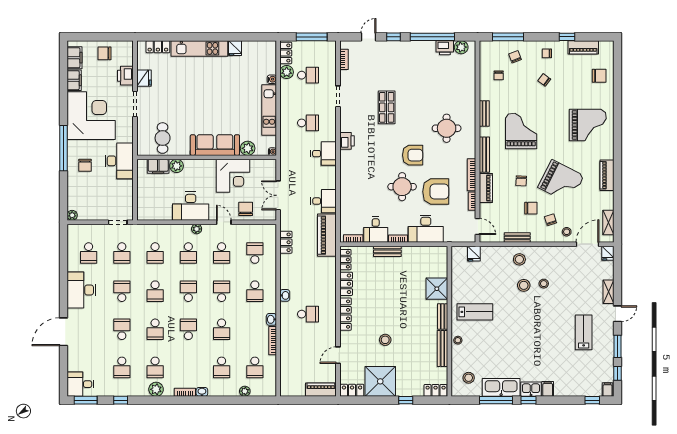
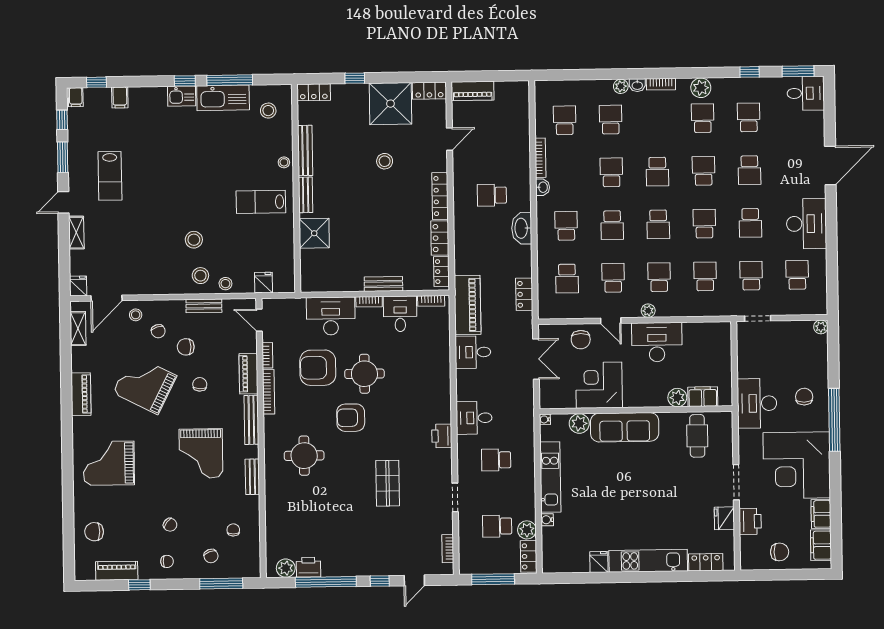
stool: (544, 284) -> (225, 284), moved
washbasin: (285, 295) -> (522, 228), width x1.91, depth x1.45
filing cabinet: (548, 389) -> (120, 97), moved
plant: (245, 391) -> (621, 86), moved

